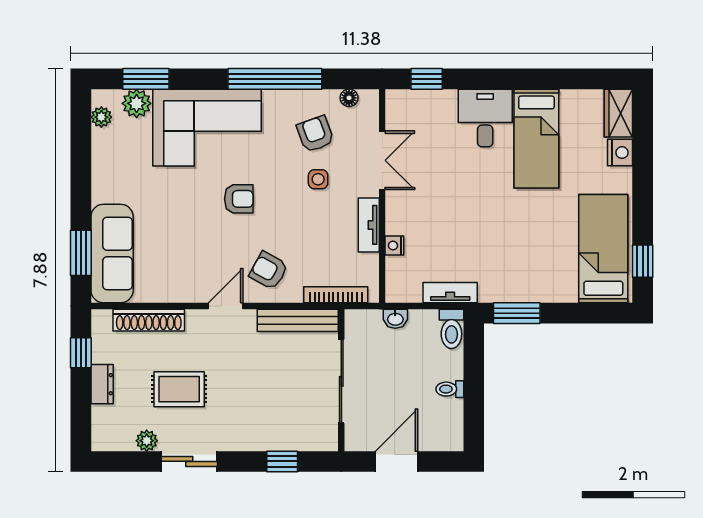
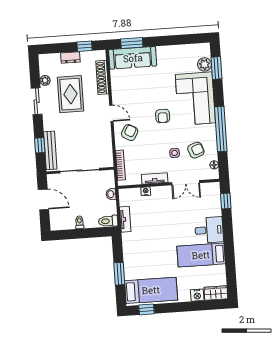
plant: (101, 117) -> (197, 48), removed
window: (517, 313) -> (119, 274), moved
bench: (298, 320) -> (50, 150), moved
rug: (179, 389) -> (71, 94), width x1.36, depth x1.43

